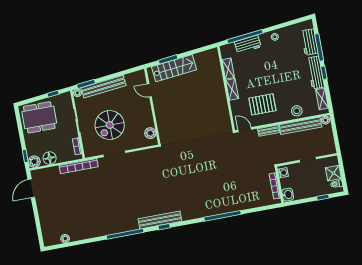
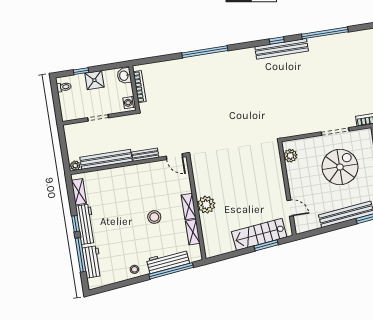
workbench: (248, 44) -> (168, 261), width x1.38
plant: (218, 91) -> (206, 205), added
pallet: (262, 104) -> (152, 187), removed
stool: (297, 111) -> (154, 217), moved
shower: (333, 173) -> (94, 80), moved

